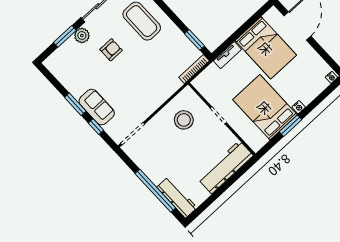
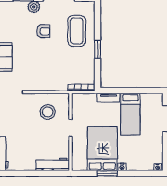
window: (195, 40) -> (98, 49), moved
bed: (266, 48) -> (130, 114), width x0.67
workbench: (226, 167) -> (53, 164), width x0.73, depth x0.76

